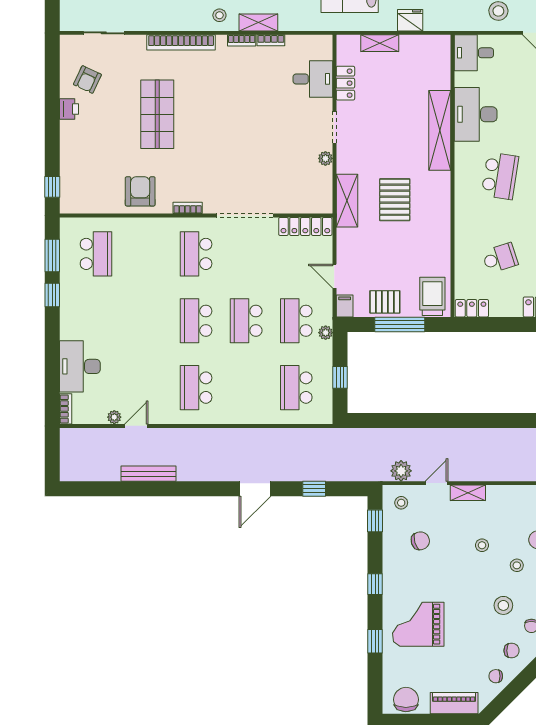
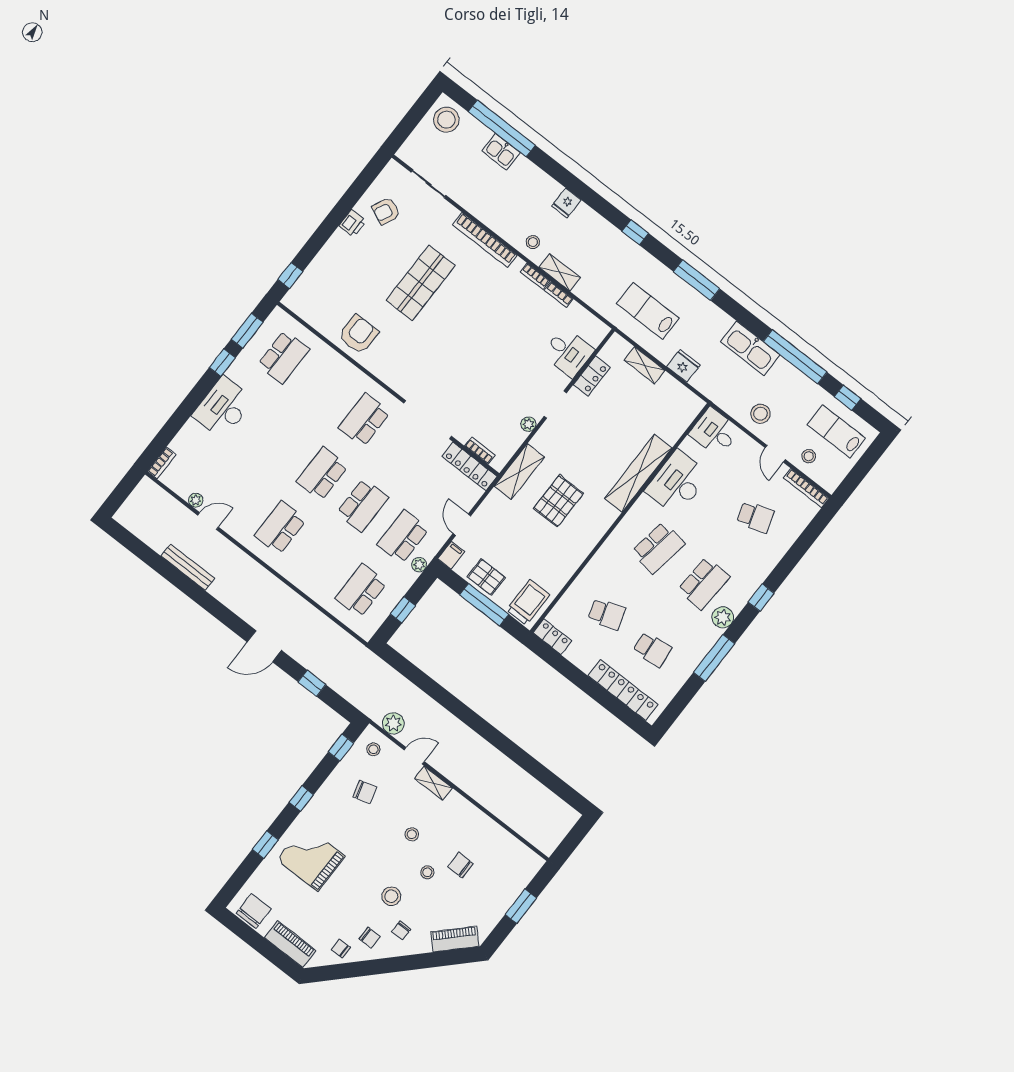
bookcase: (188, 208) -> (480, 450), moved
school desk: (246, 321) -> (363, 505), turned 180
desk: (80, 366) -> (223, 408), moved

